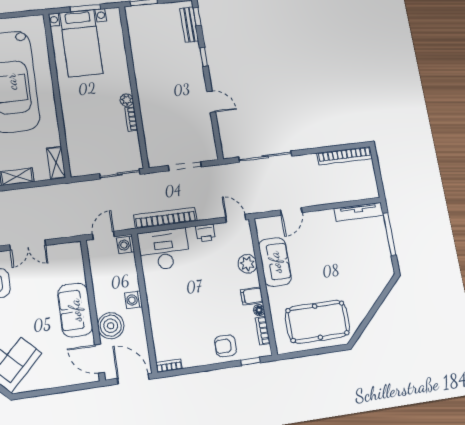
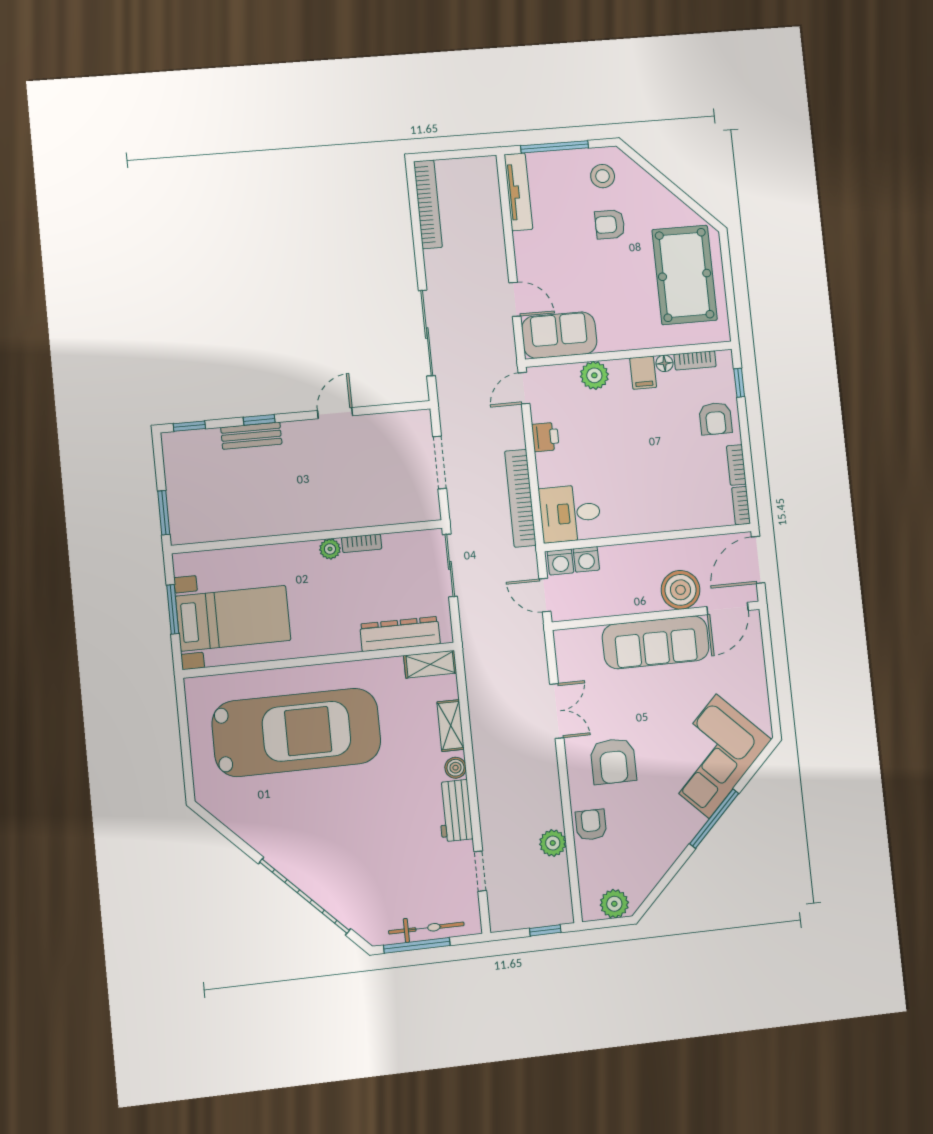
bench: (189, 25) -> (251, 436), moved
dresser: (75, 144) -> (400, 634), added
desk: (164, 249) -> (570, 513), width x0.73
sofa: (275, 262) -> (559, 335), moved
stool: (375, 265) -> (603, 176), added
armchair: (345, 271) -> (610, 224), added
washing machine: (134, 300) -> (586, 559), moved
sofa: (75, 310) -> (656, 642), width x1.36
bookcase: (196, 361) -> (736, 465), added

